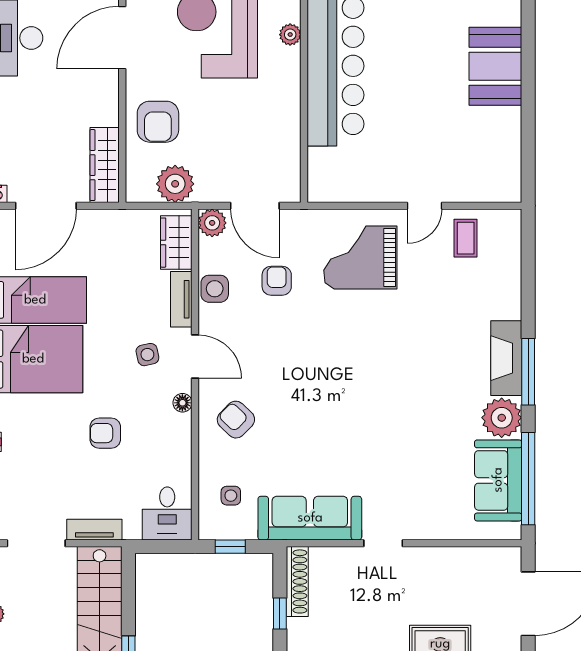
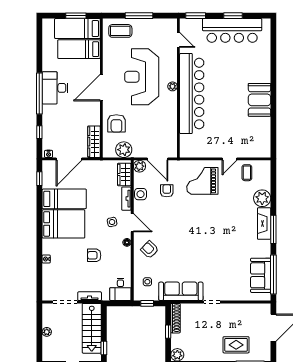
plant: (502, 418) -> (262, 198), moved

